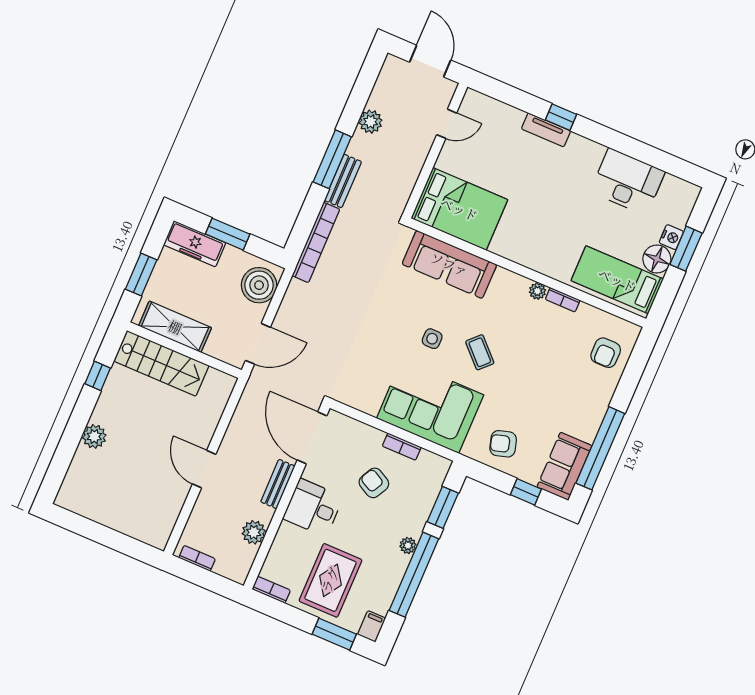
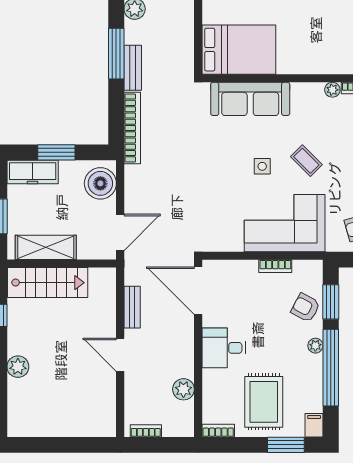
armchair: (374, 483) -> (306, 308), moved
bench: (278, 484) -> (132, 307), moved

